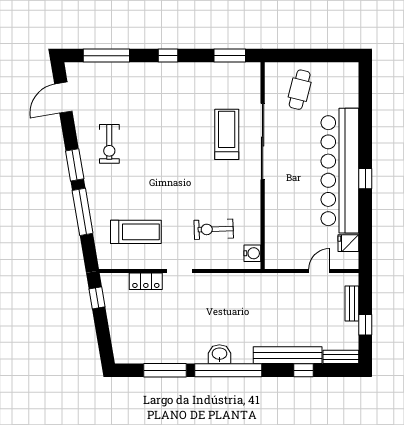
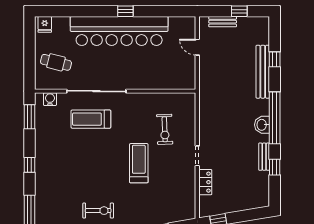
treadmill: (136, 232) -> (139, 163), moved
fridge: (348, 243) -> (45, 24), moved
water cooler: (252, 253) -> (50, 99), moved
bench: (341, 357) -> (264, 157), moved
window: (165, 370) -> (275, 167), width x0.46

